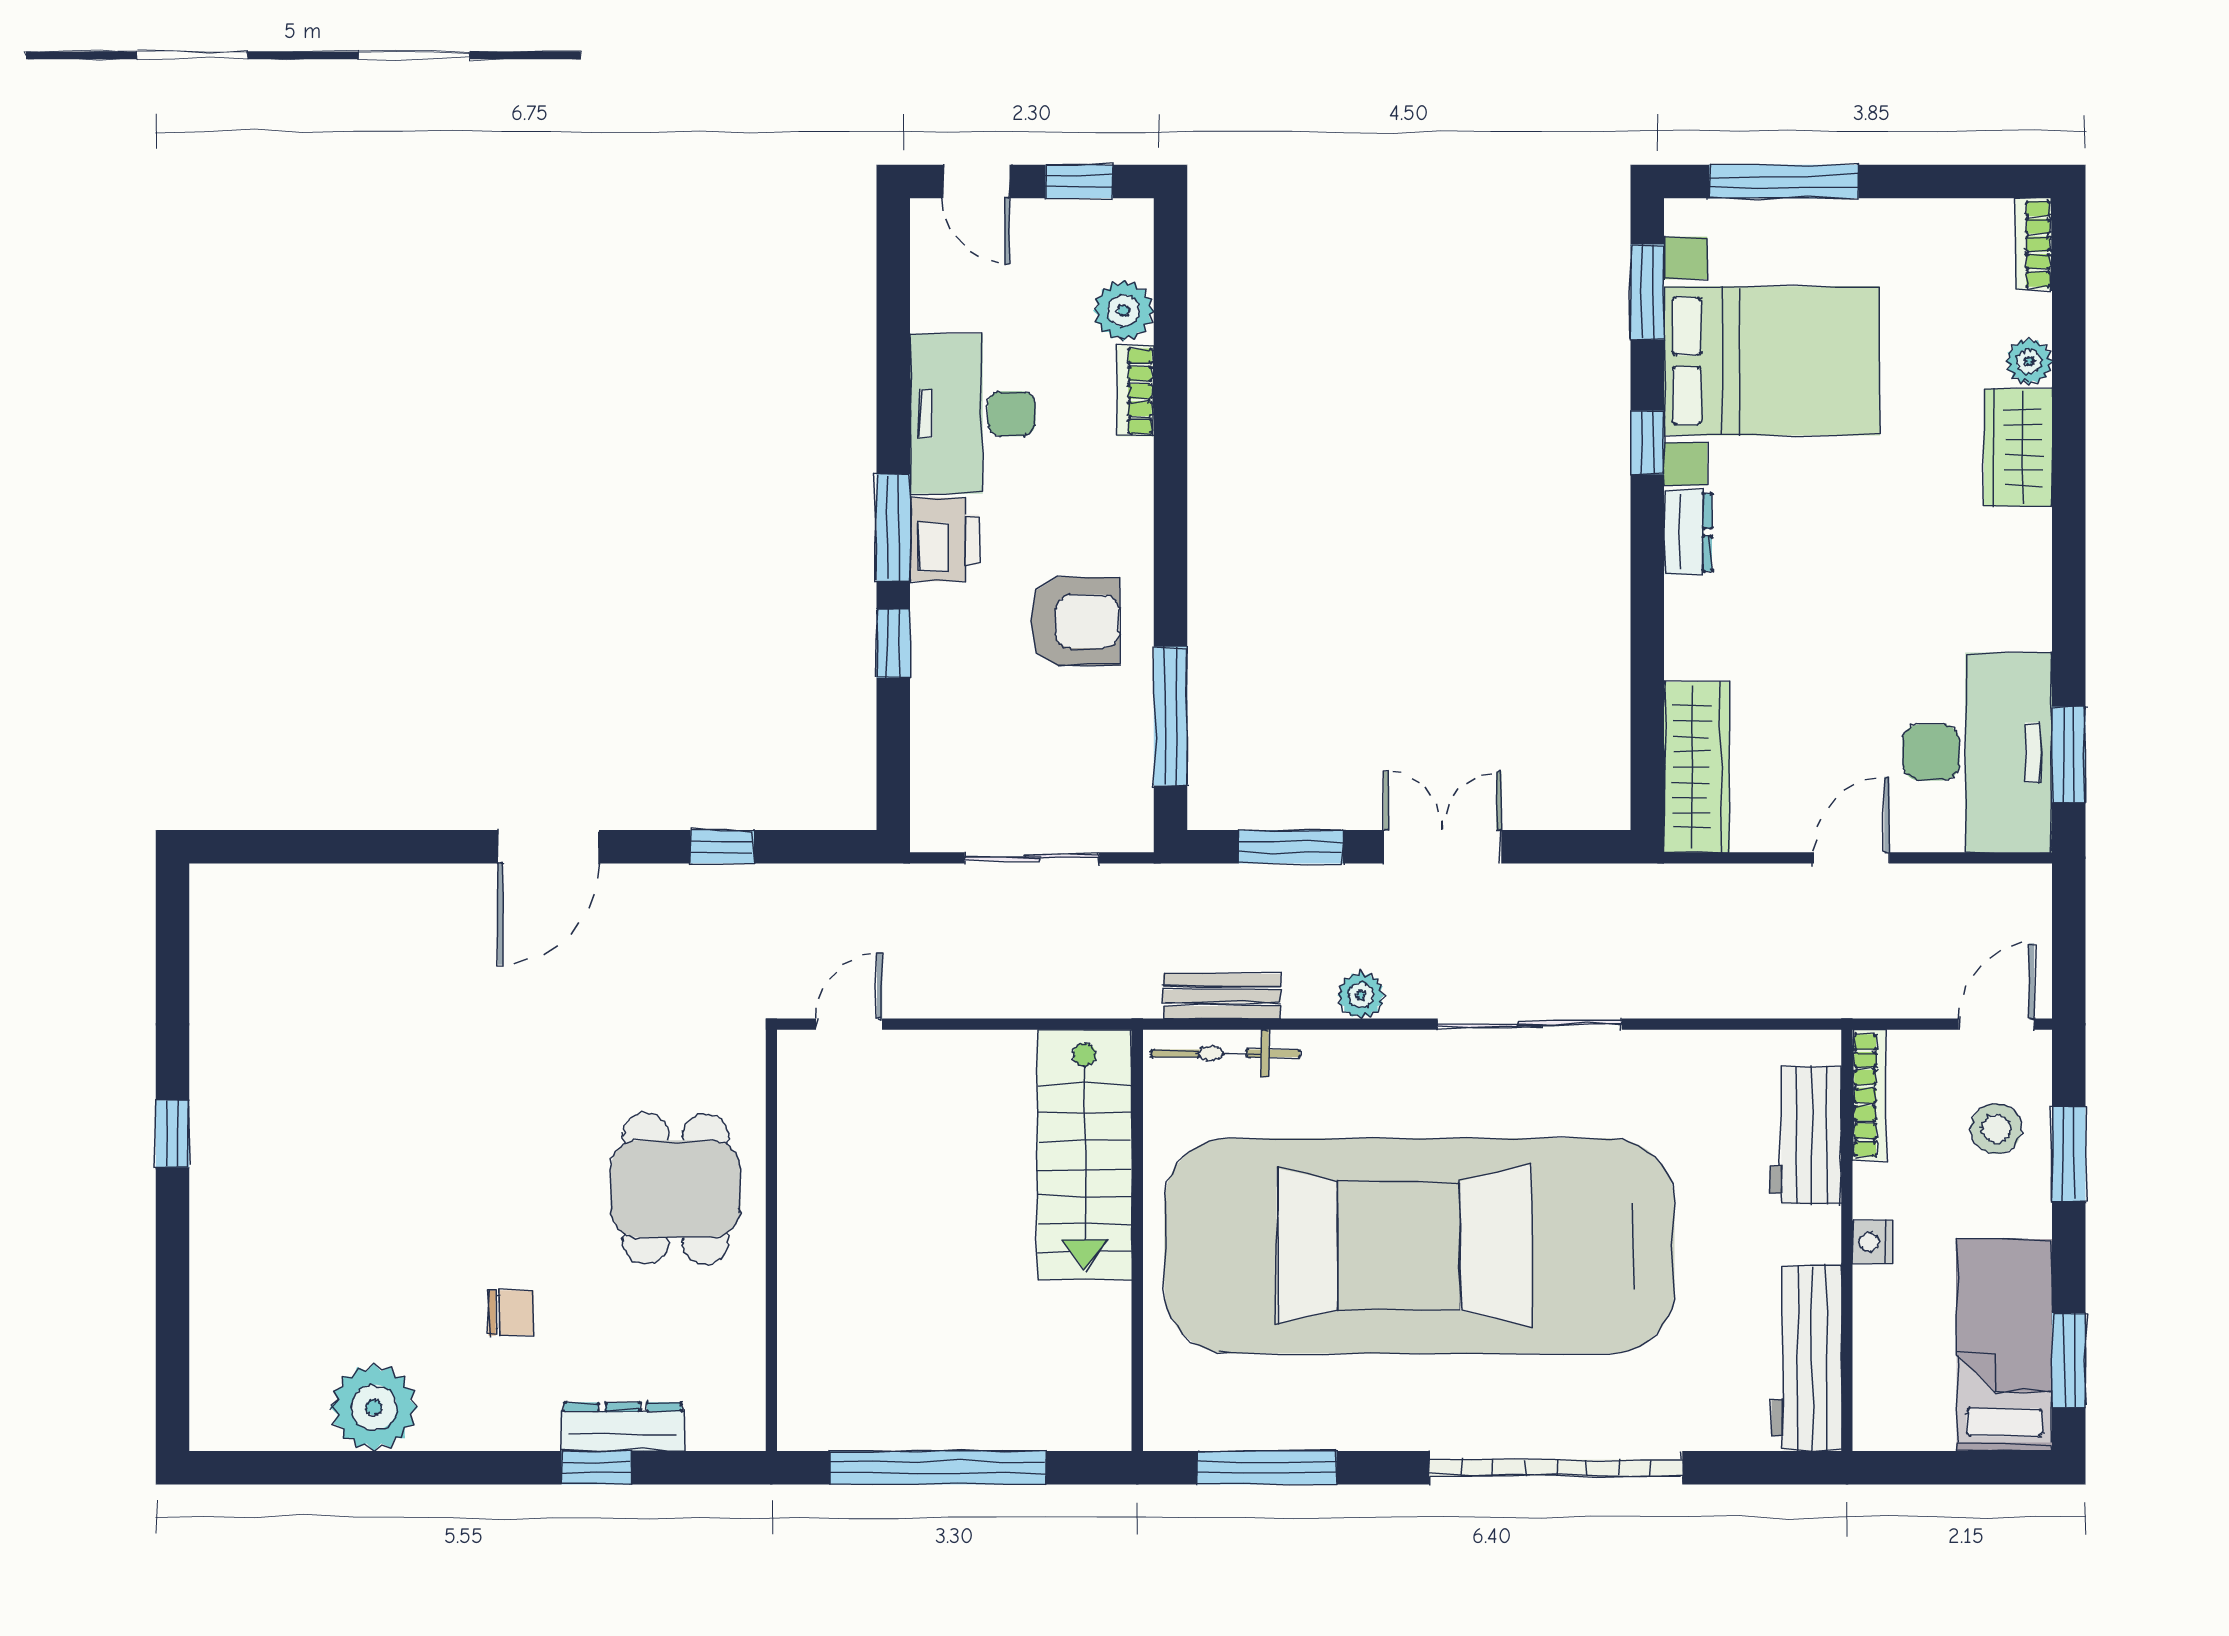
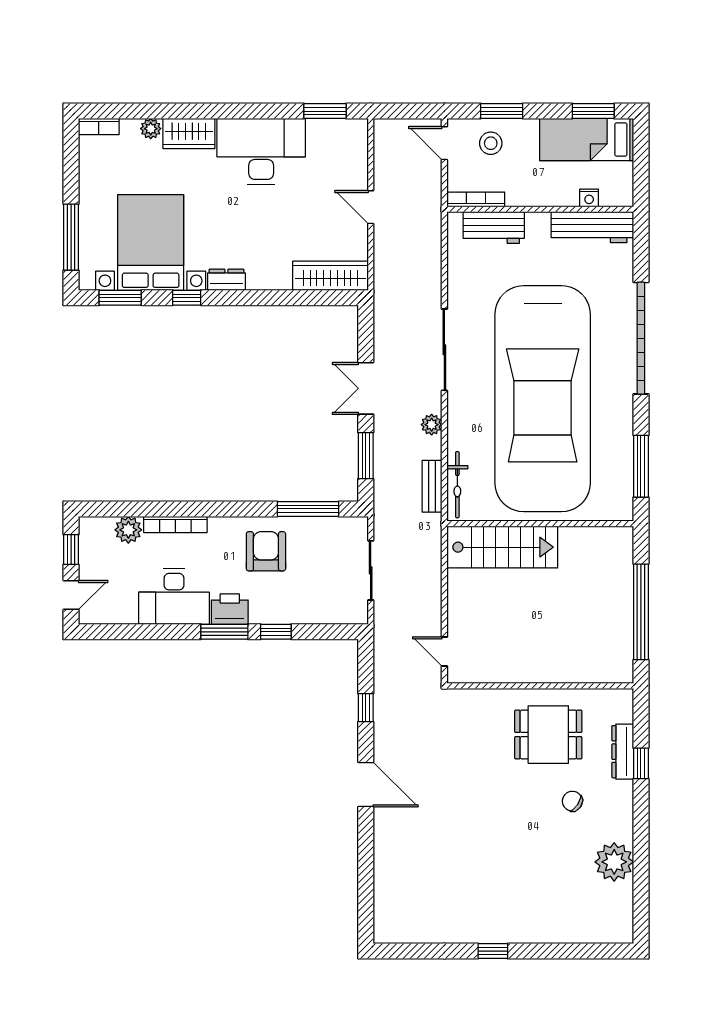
bookcase: (1136, 391) -> (175, 524), width x1.56
desk: (1977, 752) -> (261, 152), moved
dining table: (676, 1189) -> (548, 735), moved
nightstand: (1872, 1242) -> (589, 198), moved
chair: (511, 1313) -> (572, 801), turned -56

